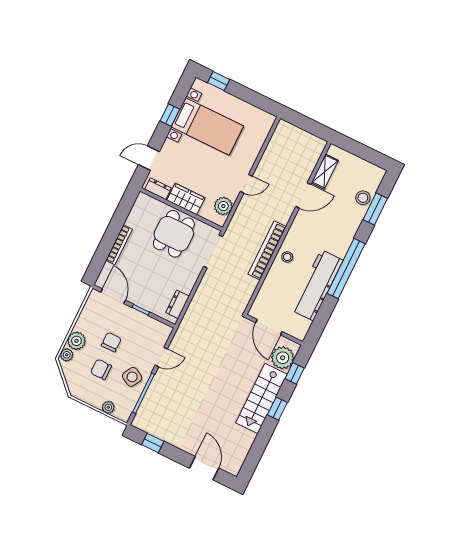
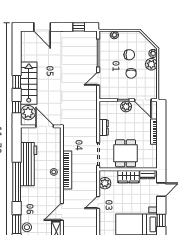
plant: (141, 299) -> (126, 107), added
dresser: (177, 304) -> (104, 128), moved
side table: (132, 377) -> (109, 59), removed

